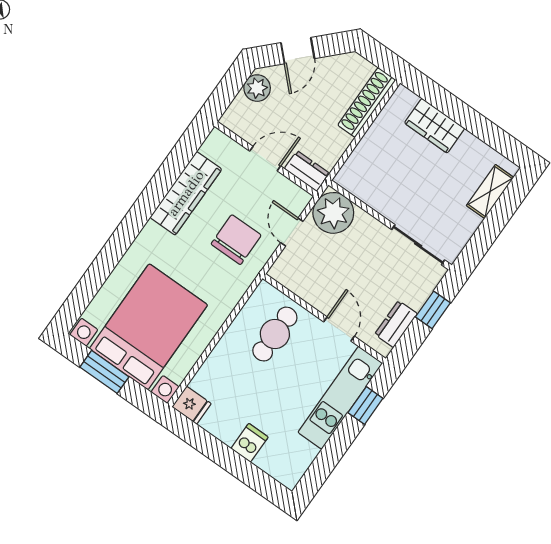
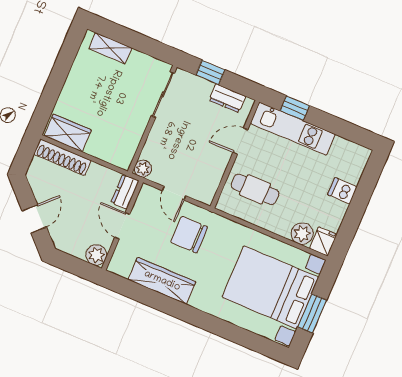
door: (298, 51) -> (34, 219), hinge flipped
plant: (257, 88) -> (96, 255), moved
wardrobe: (435, 126) -> (68, 133), moved, turned -90
plant: (333, 213) -> (143, 169), width x0.53, depth x0.53
door: (292, 232) -> (174, 193), hinge flipped
plant: (207, 381) -> (302, 234), added

